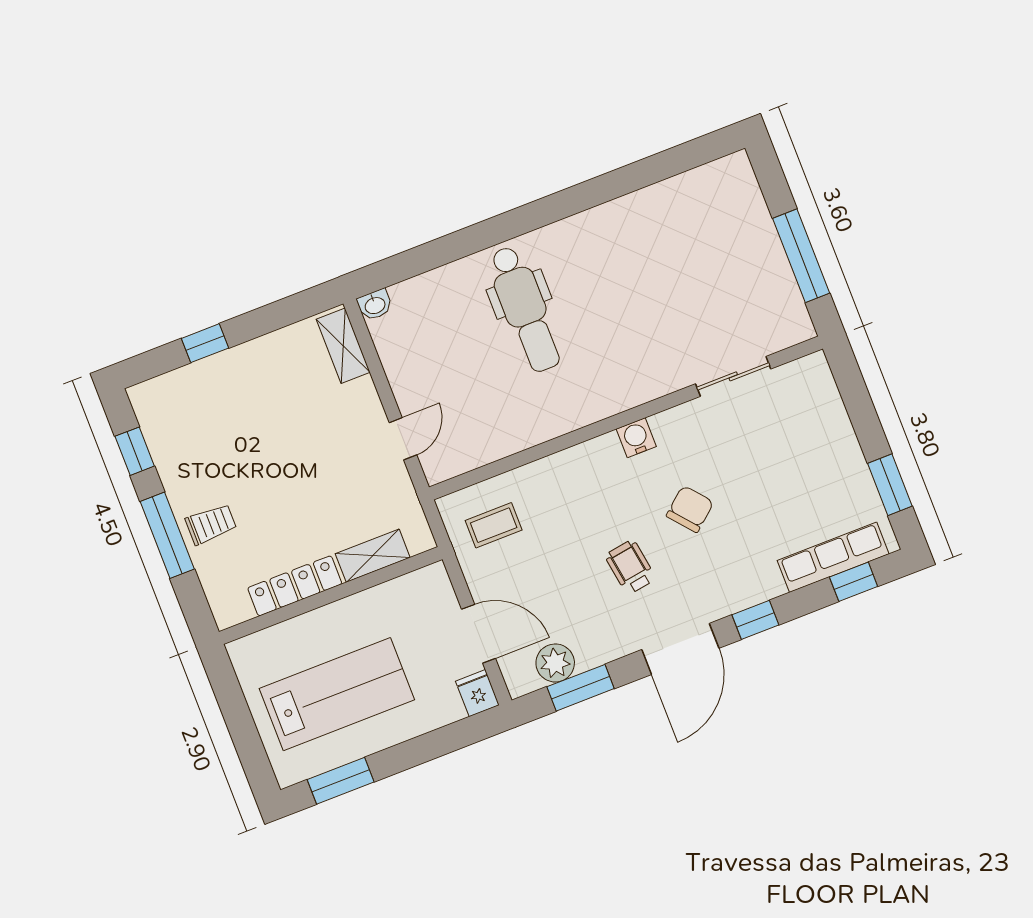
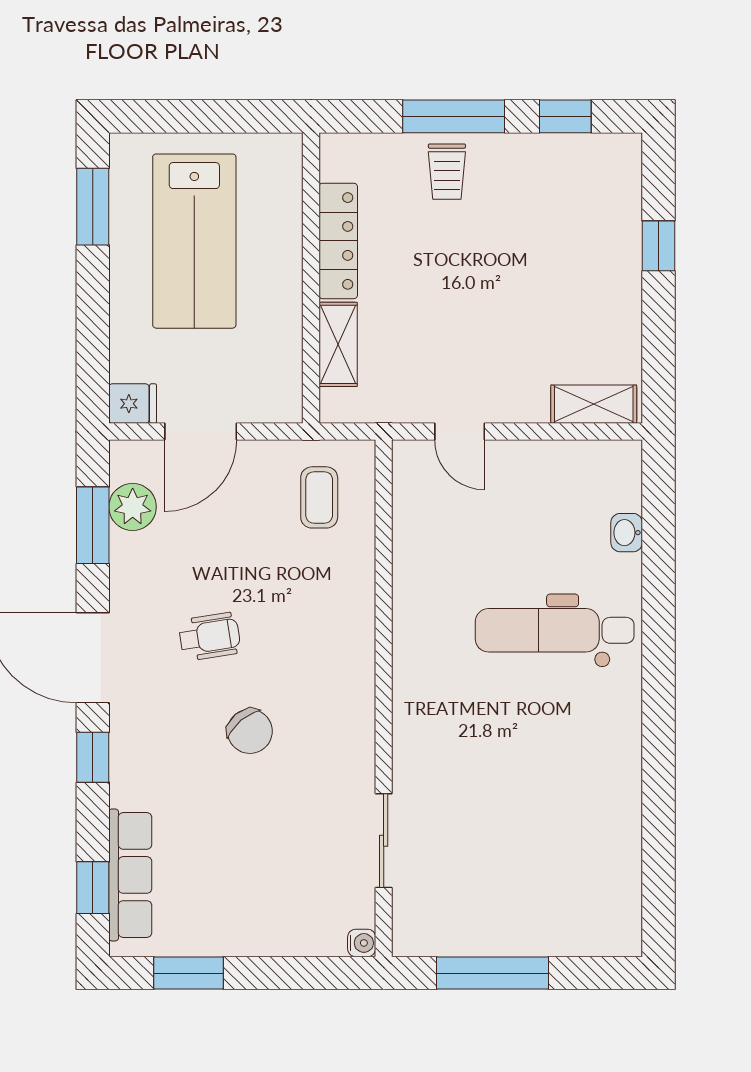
washbasin: (375, 305) -> (627, 533), moved
water cooler: (636, 438) -> (362, 943), moved, width x0.72, depth x0.72

